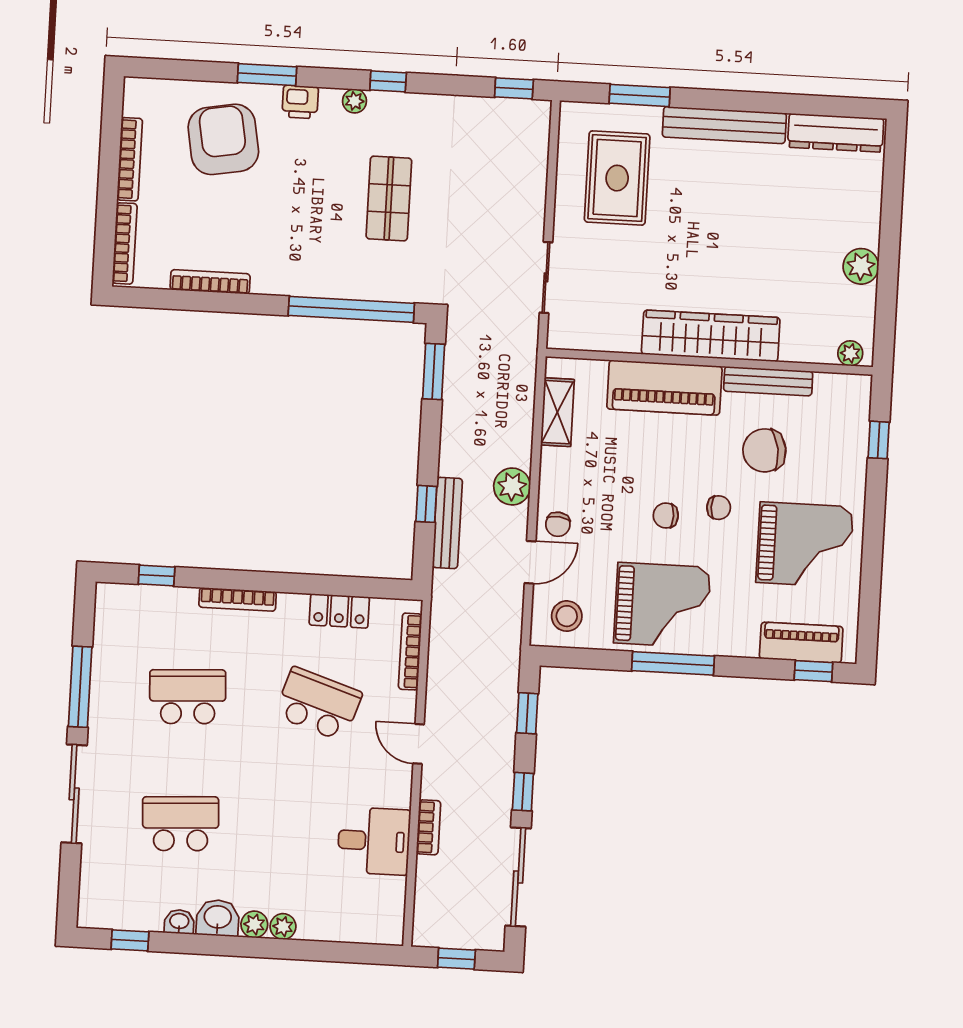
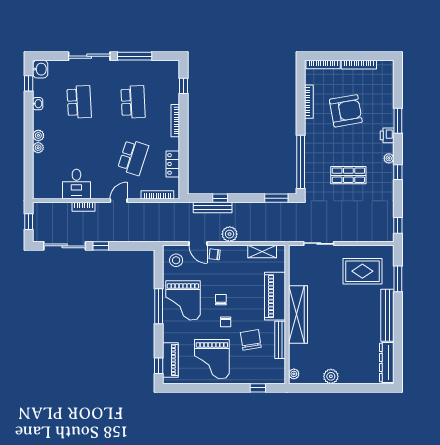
armchair: (223, 139) -> (346, 111), moved
window: (527, 713) -> (134, 246), removed
washbasin: (218, 918) -> (40, 69), moved

